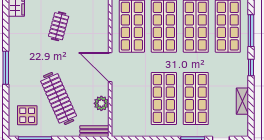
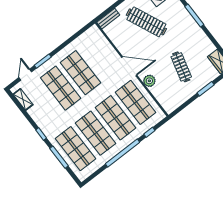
clothes rail: (59, 26) -> (181, 67), width x1.36
shelving: (242, 101) -> (23, 99), moved
plant: (101, 103) -> (149, 81), moved

